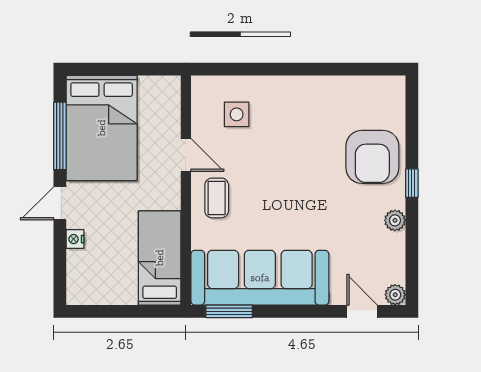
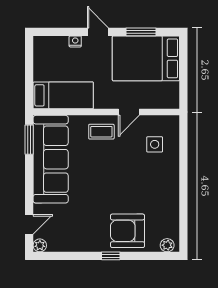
window: (60, 136) -> (141, 32), width x0.69
plant: (395, 220) -> (167, 245), moved

